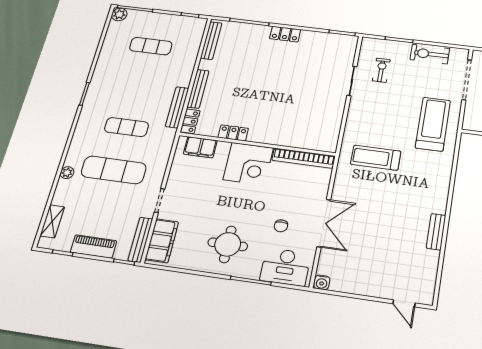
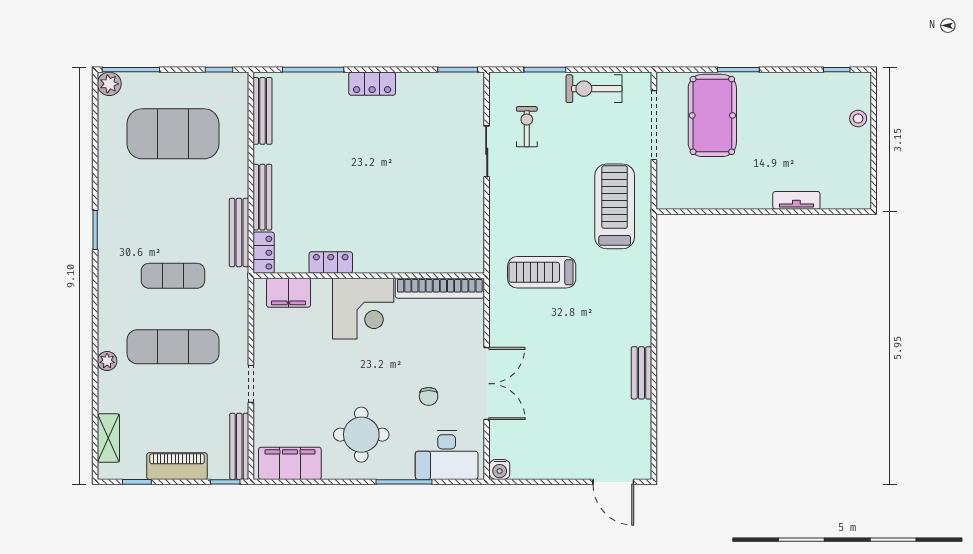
exercise mat: (151, 46) -> (173, 134), width x2.00, depth x1.45
filing cabinet: (162, 241) -> (290, 463), moved, turned -90
door: (404, 303) -> (613, 482), width x1.38

